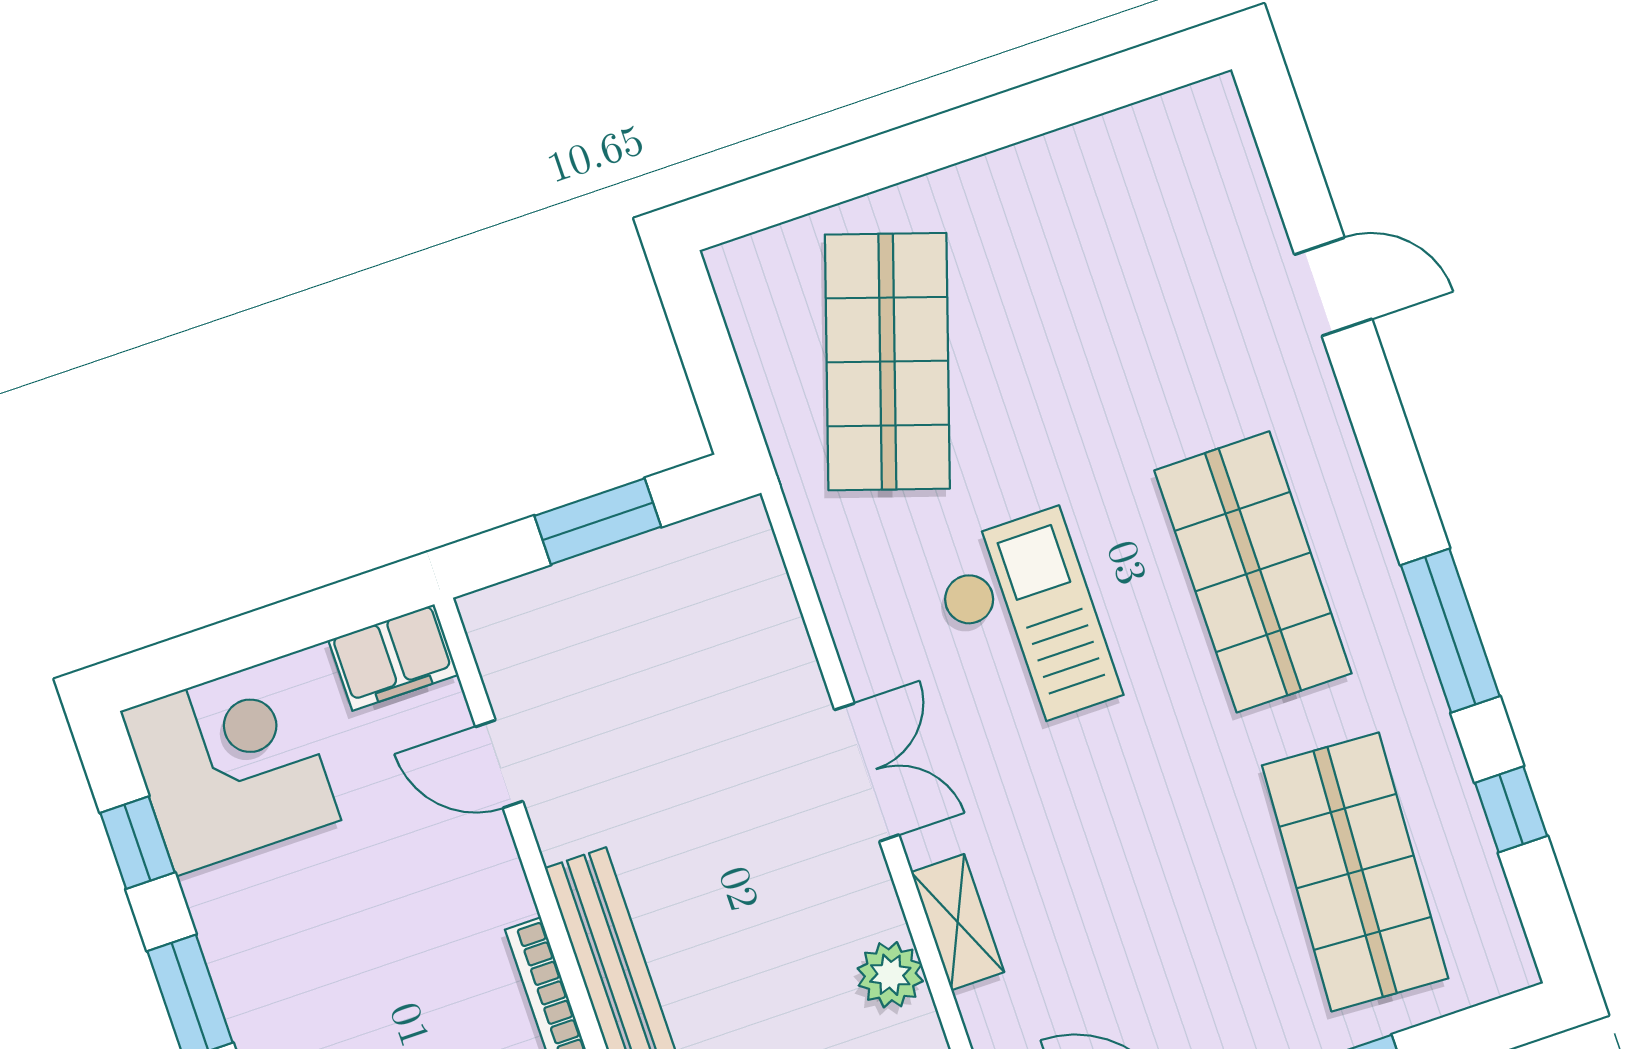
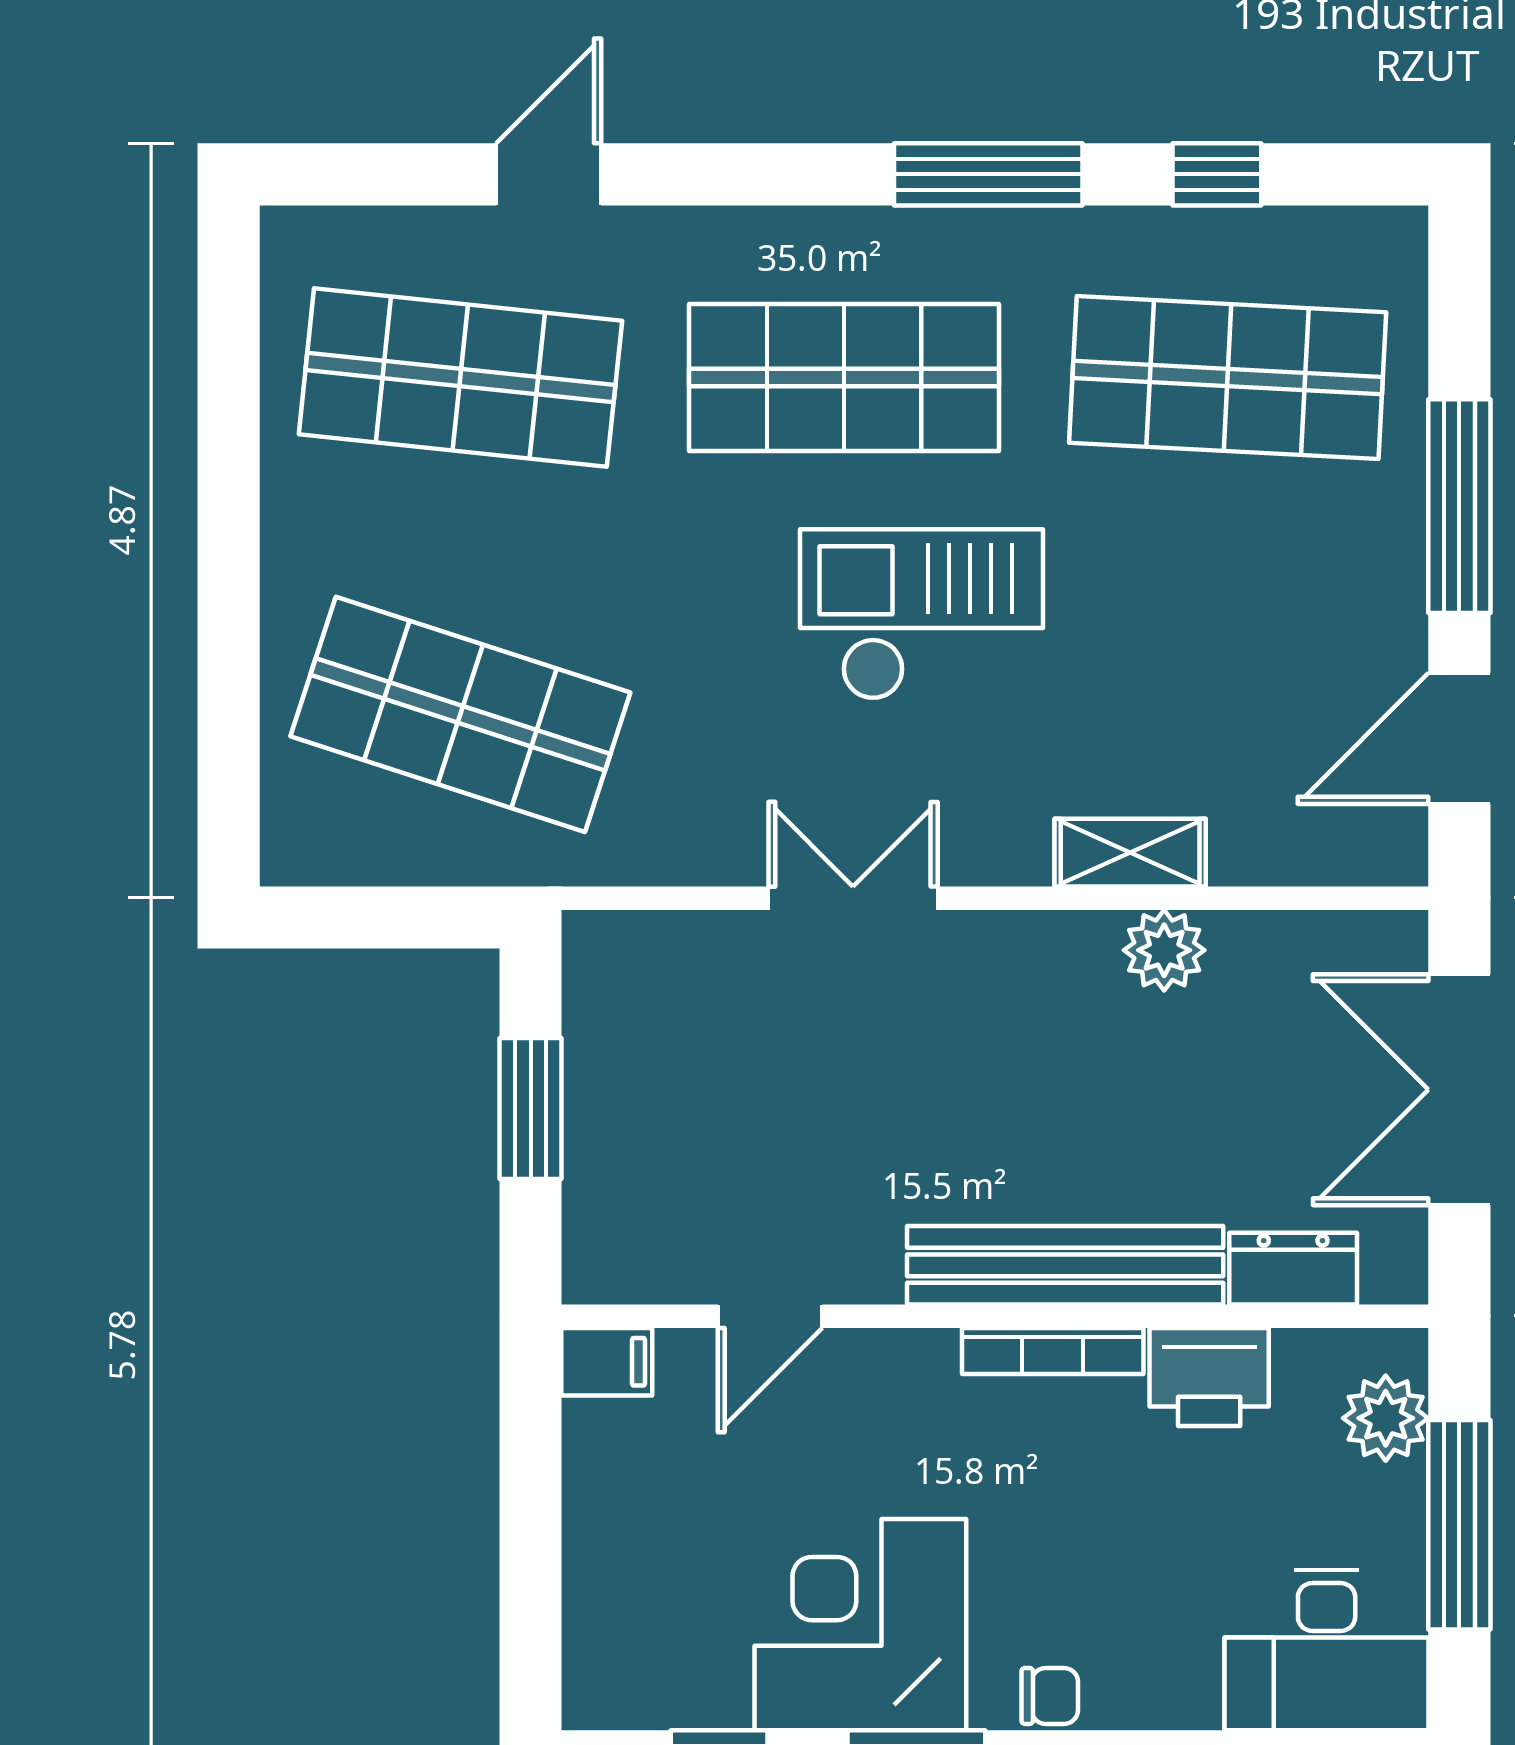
shop shelf: (1151, 272) -> (460, 377), added
checkout: (1025, 623) -> (922, 614), moved
filing cabinet: (393, 657) -> (607, 1362), width x0.50
corner desk: (231, 766) -> (860, 1625), moved
double door: (867, 772) -> (853, 898), moved

